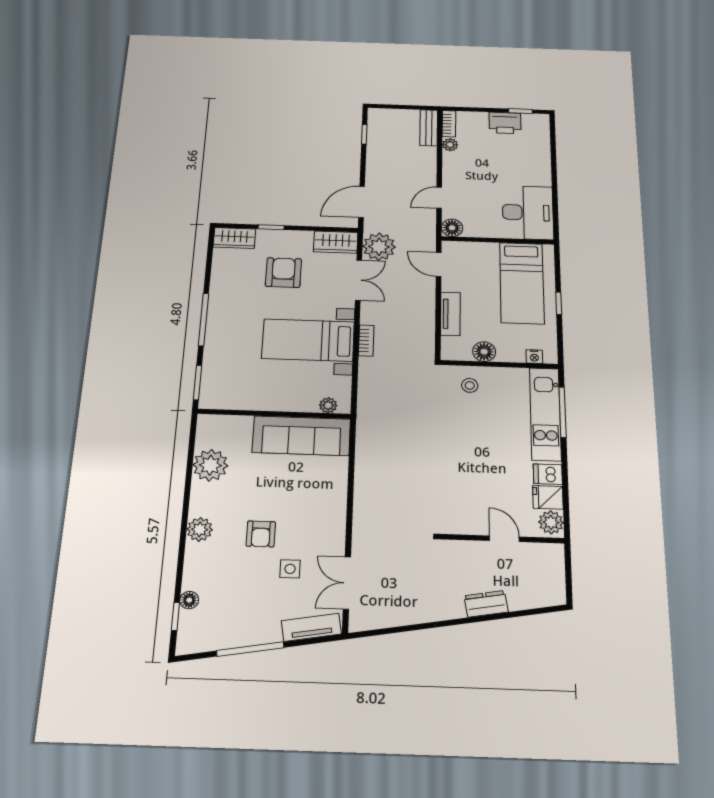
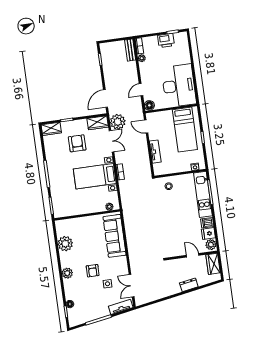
desk: (528, 213) -> (179, 86), width x1.36, depth x1.30
floor lamp: (484, 352) -> (173, 168), removed
sofa: (301, 436) -> (115, 236), moved, turned 90
wardrobe: (551, 566) -> (213, 264), added

